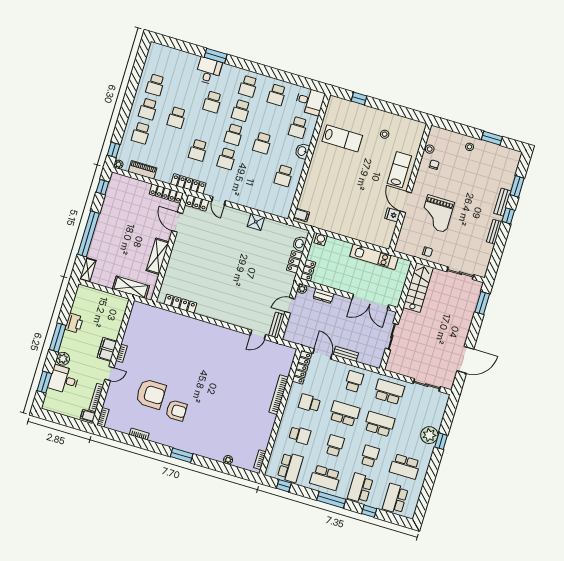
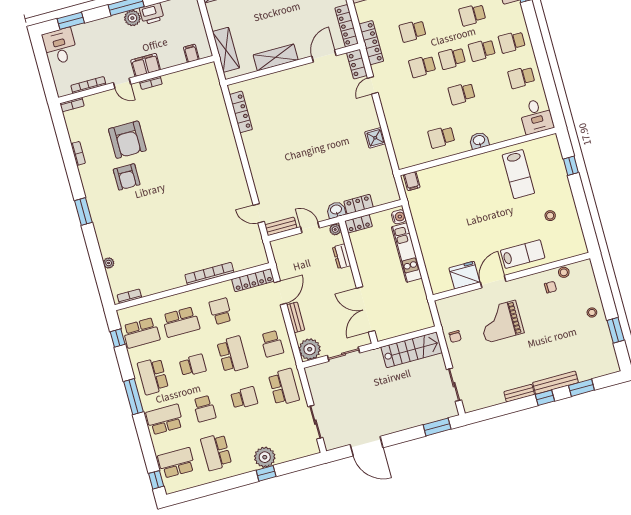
school desk: (298, 127) -> (501, 121), removed
bench: (502, 202) -> (555, 383), width x1.36
fridge: (393, 215) -> (464, 275), width x1.88, depth x1.34
washbasin: (300, 244) -> (336, 210), moved
kitchen unit: (374, 257) -> (407, 253), moved
plant: (374, 358) -> (310, 349), added
plant: (63, 359) -> (132, 18), moved
desk: (64, 380) -> (60, 46), moved
school desk: (354, 381) -> (272, 344), turned 90
filing cabinet: (88, 416) -> (191, 53), moved
school desk: (379, 424) -> (244, 398), width x0.54
school desk: (300, 435) -> (181, 322), width x1.85
school desk: (370, 456) -> (204, 409), turned 90
window: (369, 511) -> (156, 480), moved

